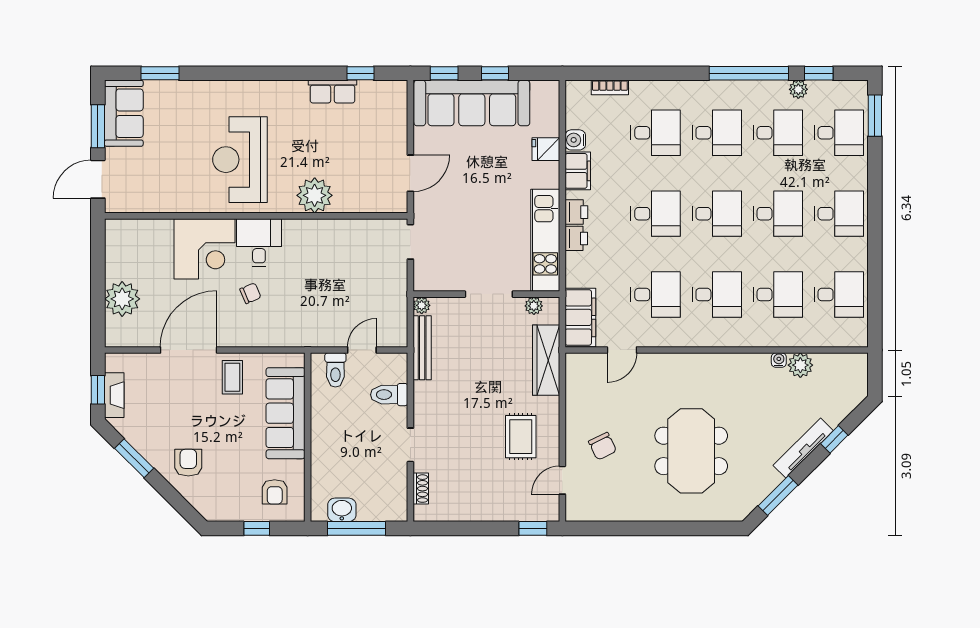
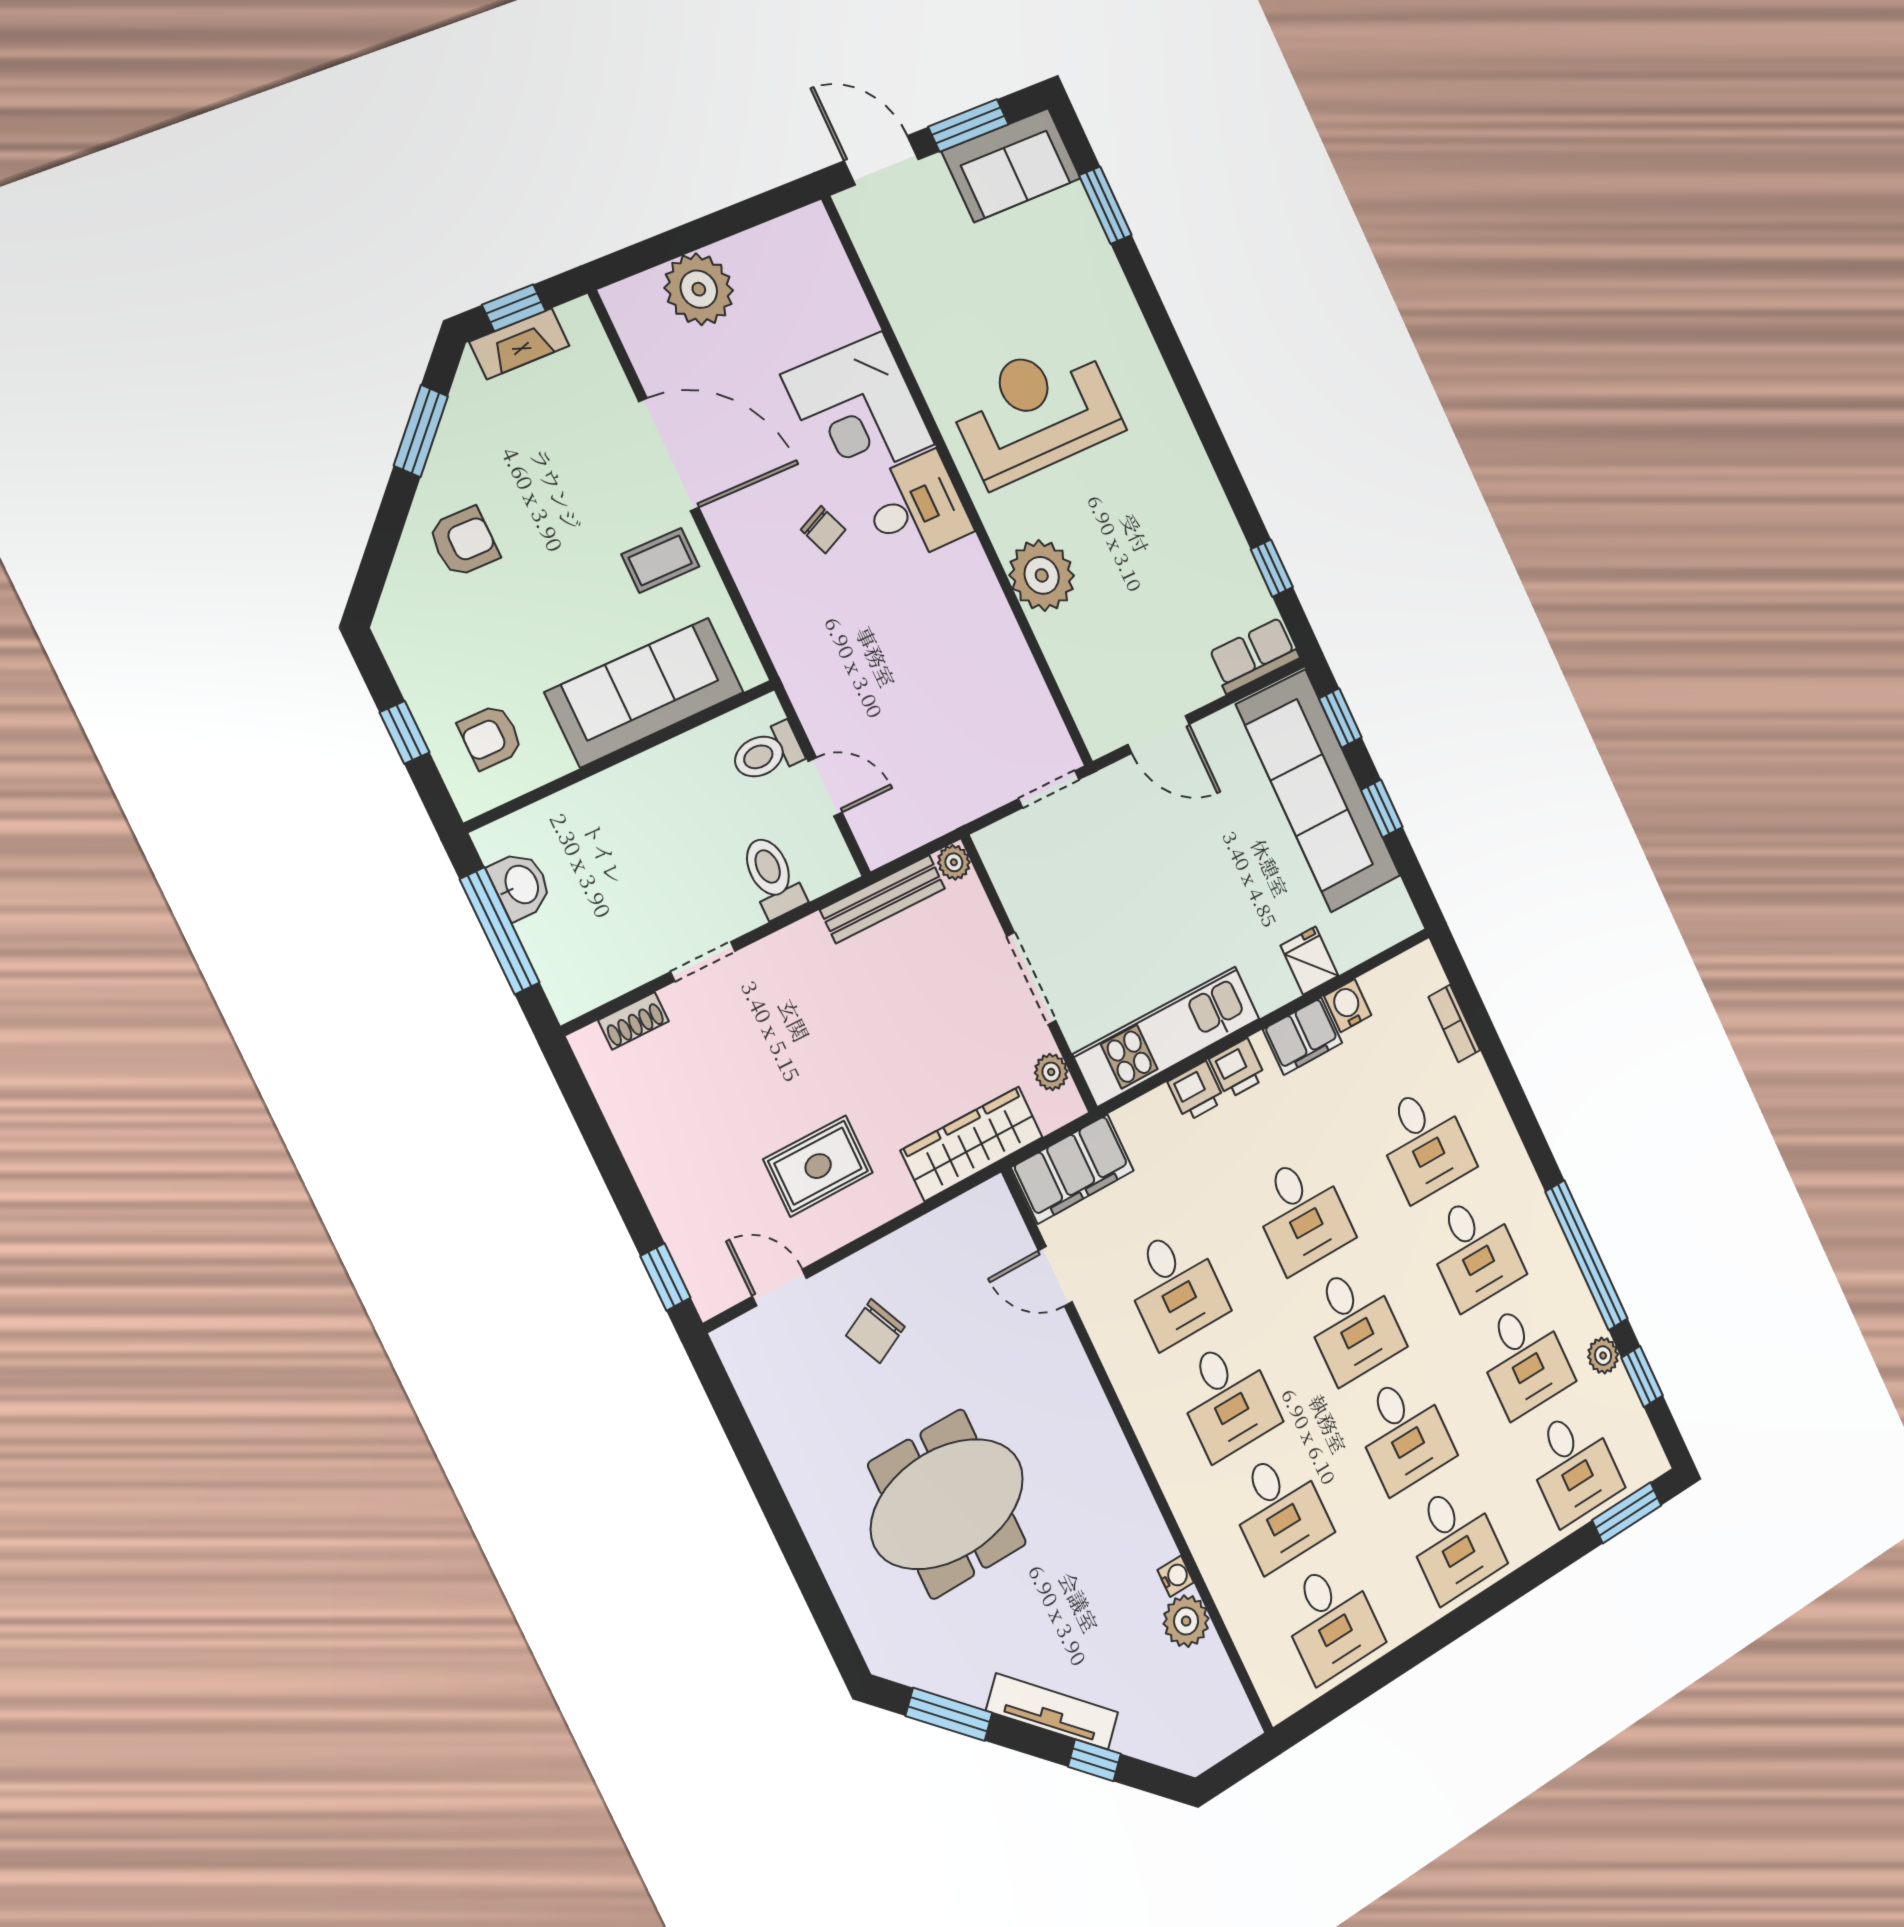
row of seats: (333, 92) -> (1254, 655), moved, turned 90

